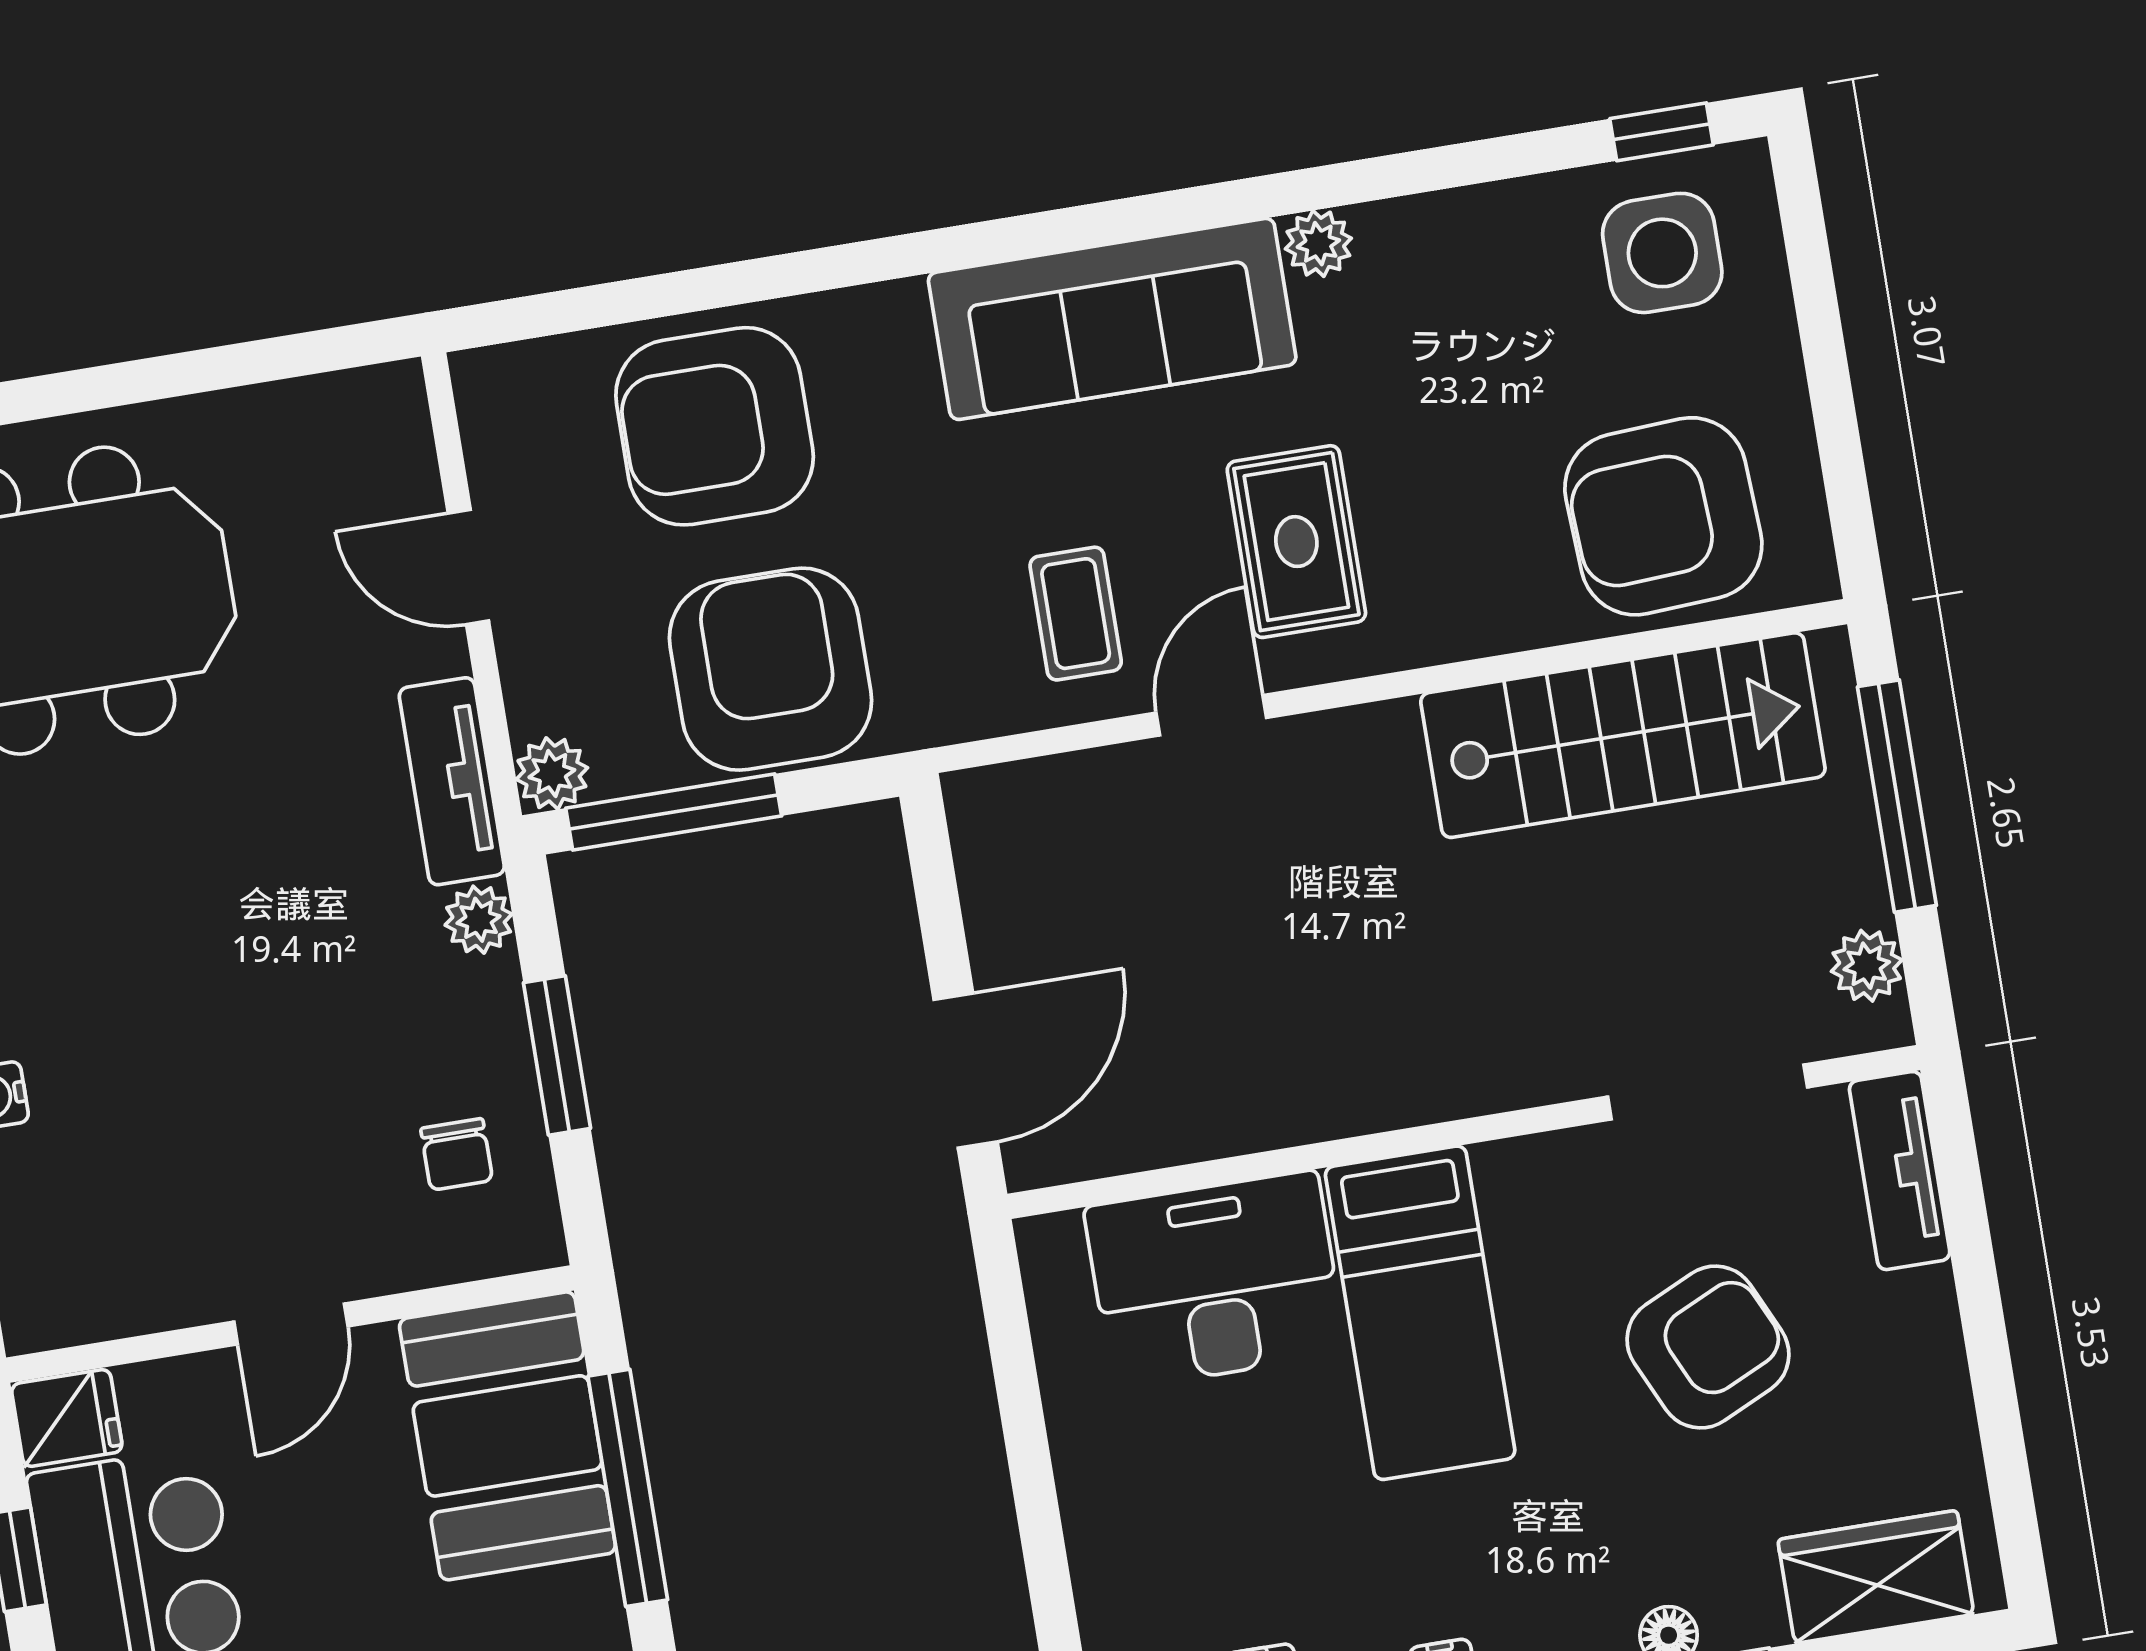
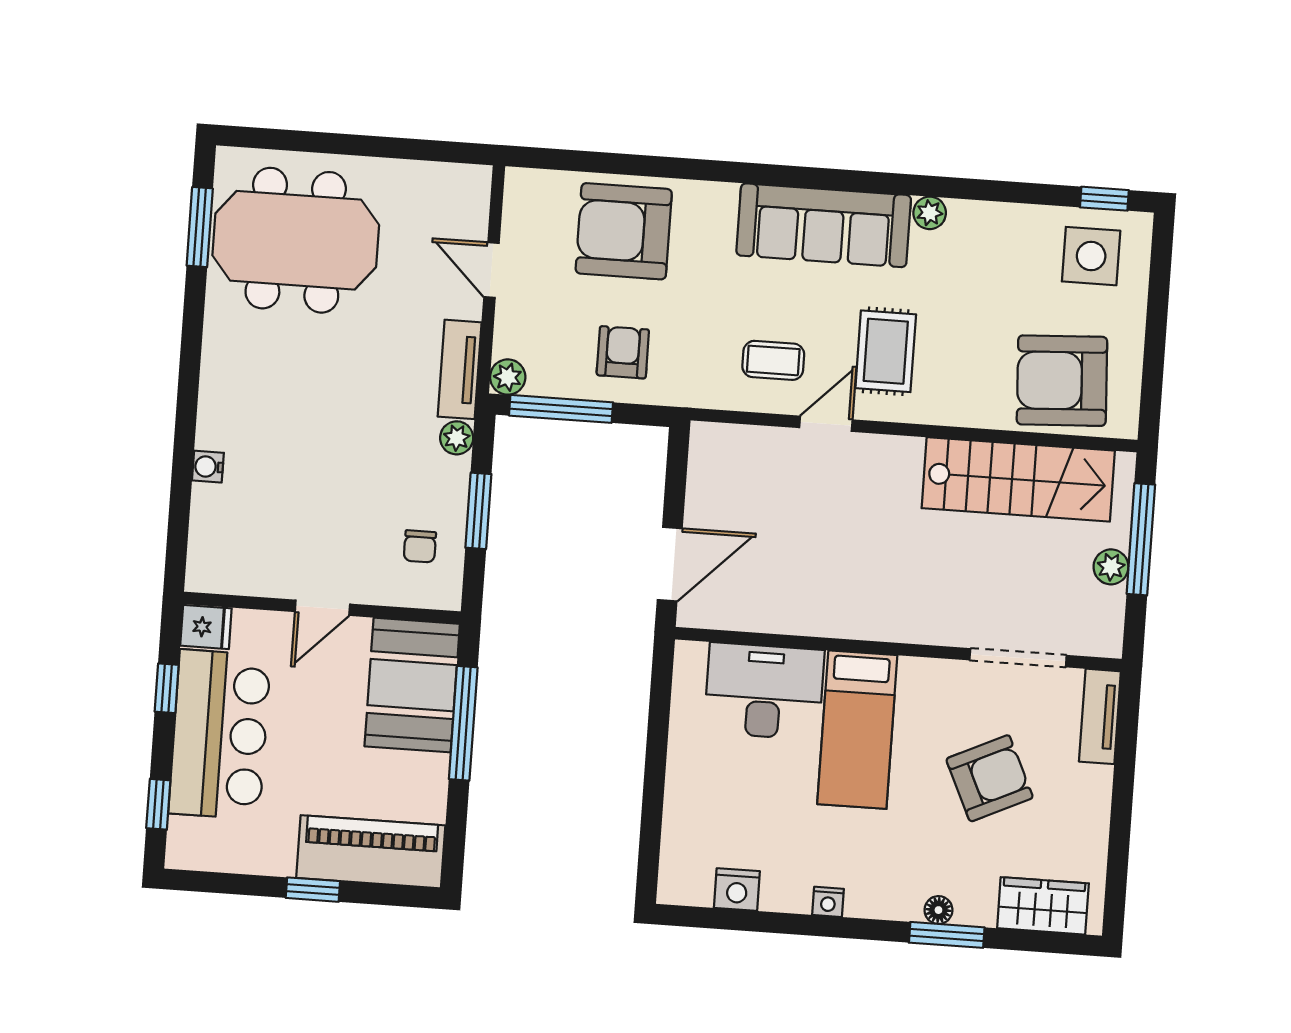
coffee table: (1076, 614) -> (773, 360), turned 90
armchair: (771, 669) -> (623, 352), width x0.53, depth x0.53
plant: (1867, 966) -> (1111, 567), moved

